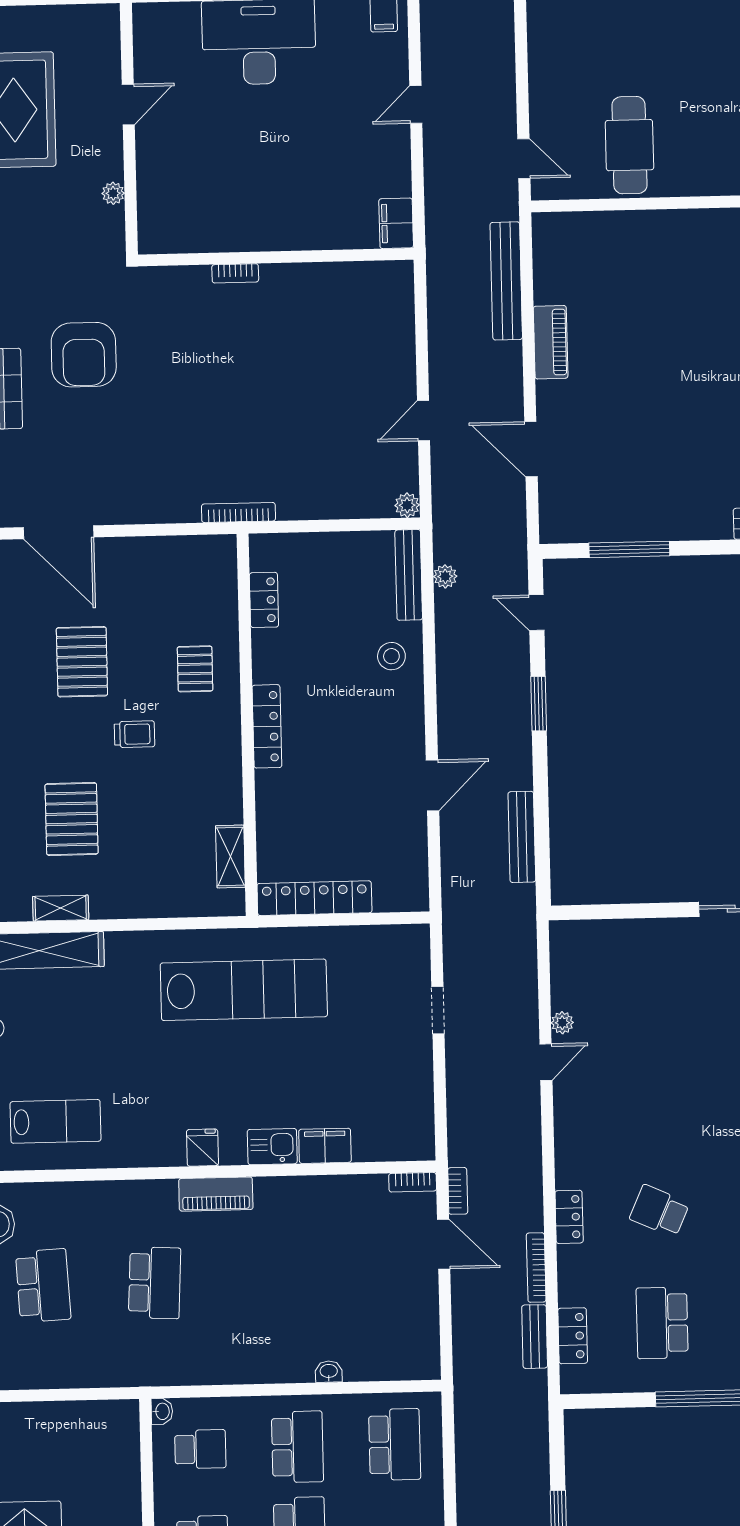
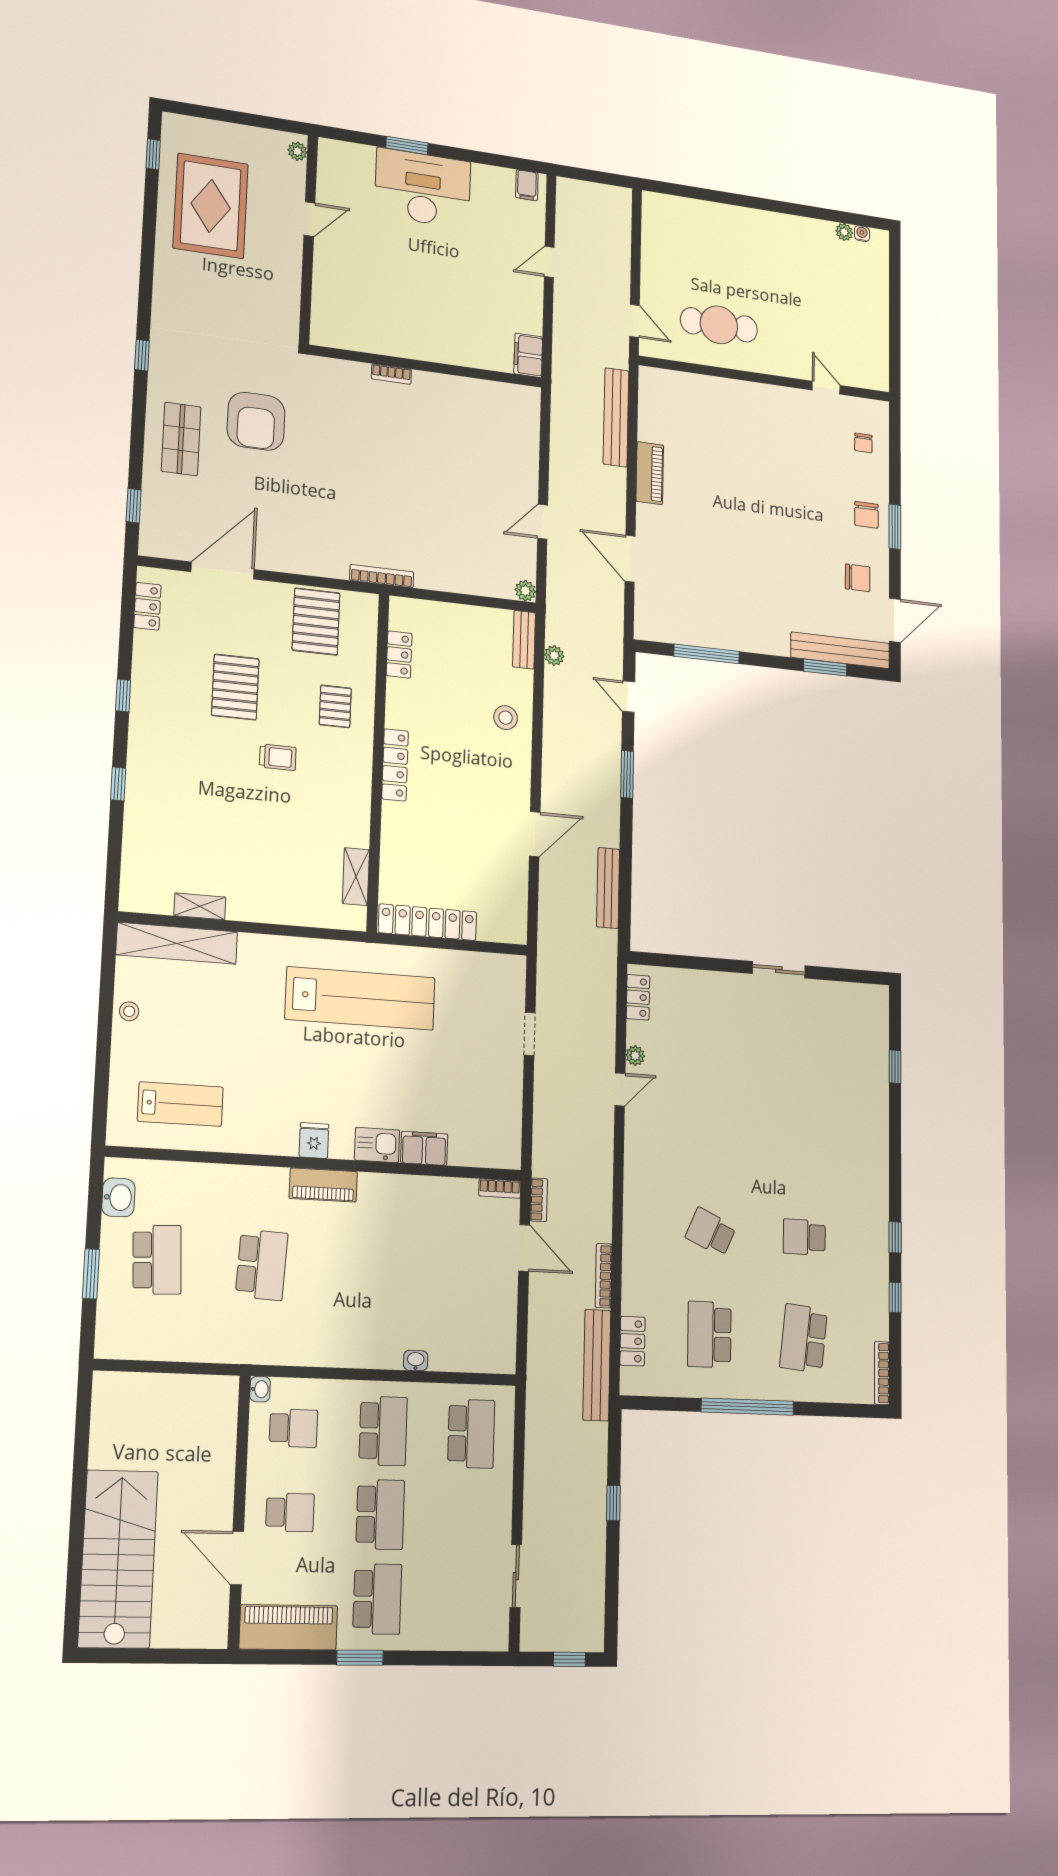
cafe table: (629, 145) -> (719, 325), turned 90
plant: (113, 193) -> (297, 151), moved
door: (59, 532) -> (223, 571), swing flipped
bench: (409, 575) -> (524, 640), width x0.73
pallet: (72, 819) -> (316, 622), moved
locker: (569, 1217) -> (638, 997), moved
bench: (535, 1337) -> (597, 1365), width x1.86, depth x1.21

